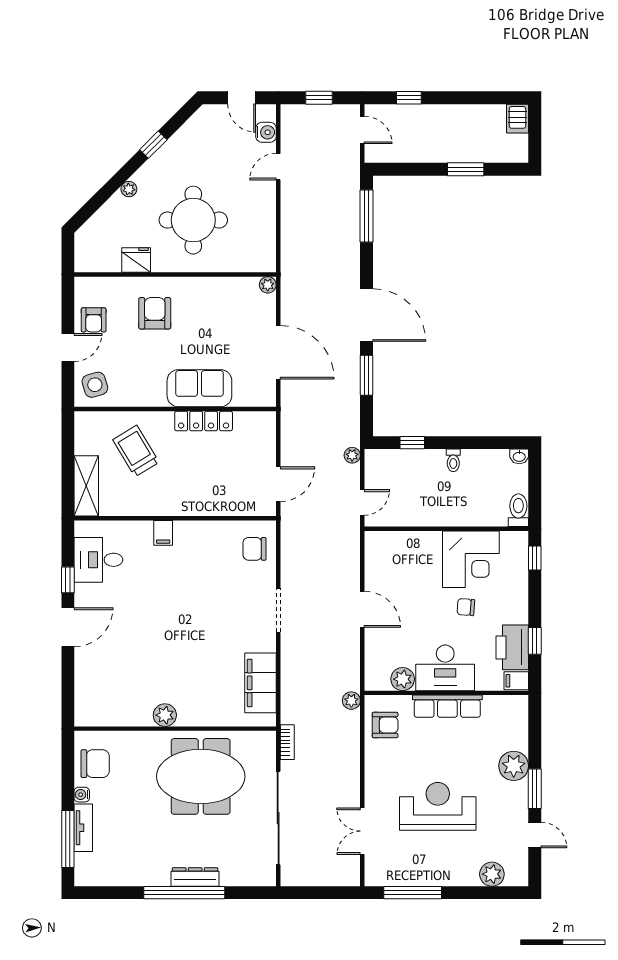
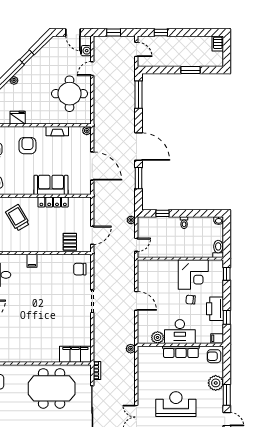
round table: (193, 220) -> (70, 94), moved
fireplace: (212, 286) -> (57, 131), added
pallet: (235, 496) -> (70, 242), added
printer: (512, 647) -> (215, 309), moved
filing cabinet: (261, 683) -> (75, 354), moved, turned 90
plant: (165, 715) -> (33, 356), removed
armchair: (385, 725) -> (214, 356), moved, turned 180

